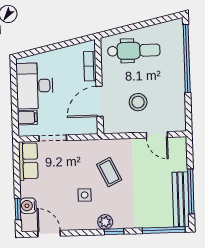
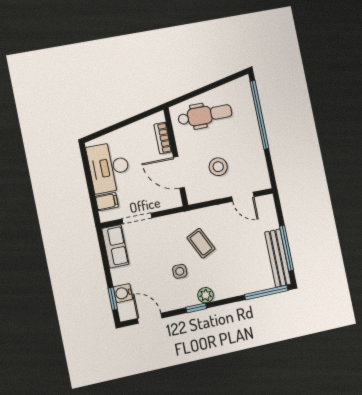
door: (100, 101) -> (179, 172), hinge flipped
window: (114, 232) -> (196, 308), moved

